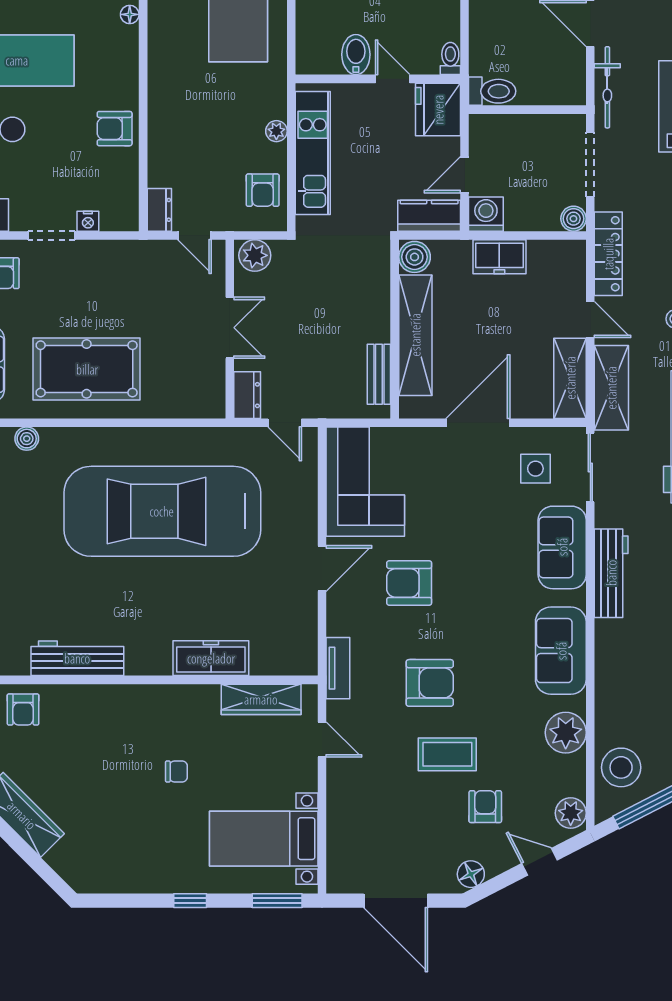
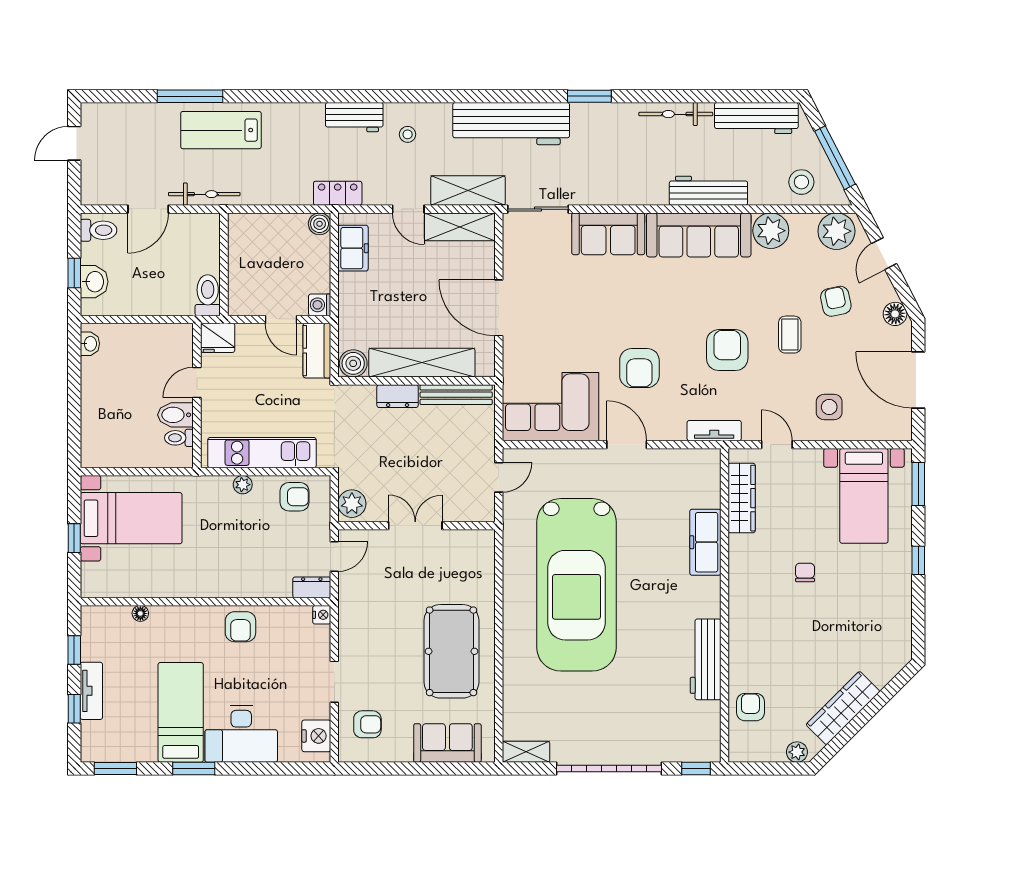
toilet: (450, 59) -> (179, 438), moved
fridge: (438, 110) -> (218, 338), width x0.73, depth x0.75
doorway: (590, 165) -> (272, 209), removed
washing machine: (486, 214) -> (320, 305), width x0.73, depth x0.73
nightstand: (88, 221) -> (322, 615), moved
locker: (608, 254) -> (338, 193), width x0.66
freezer: (499, 257) -> (353, 248), moved
door: (590, 320) -> (408, 209), swing flipped
bench: (379, 374) -> (456, 395), width x1.36
dresser: (247, 395) -> (398, 396), moved, turned 180
boiler: (27, 439) -> (513, 704), removed
side table: (535, 469) -> (829, 407), moved
workbench: (611, 573) -> (708, 191), moved
sofa: (561, 651) -> (699, 235), width x1.36
armchair: (23, 709) -> (750, 707), turned -90
door: (322, 739) -> (777, 445), hinge flipped
coffee table: (447, 754) -> (790, 335), width x0.73, depth x0.77
stool: (621, 767) -> (801, 182), width x0.73, depth x0.73
armchair: (485, 807) -> (836, 301), turned 78
plant: (571, 813) -> (836, 231), width x1.36, depth x1.36
door: (396, 901) -> (918, 380), swing flipped

